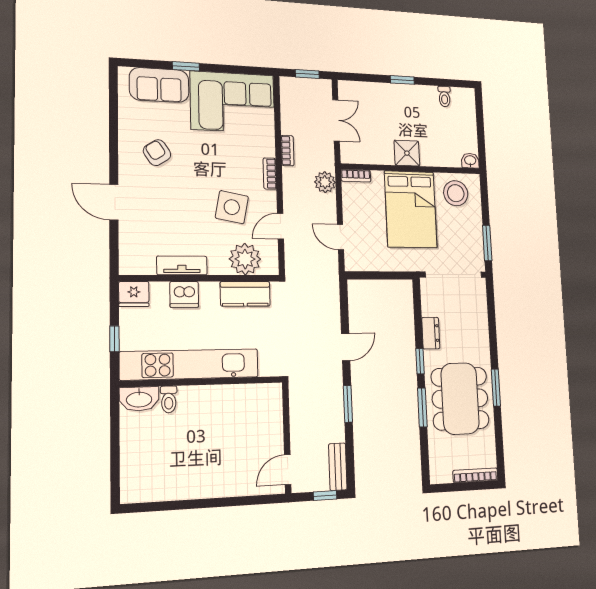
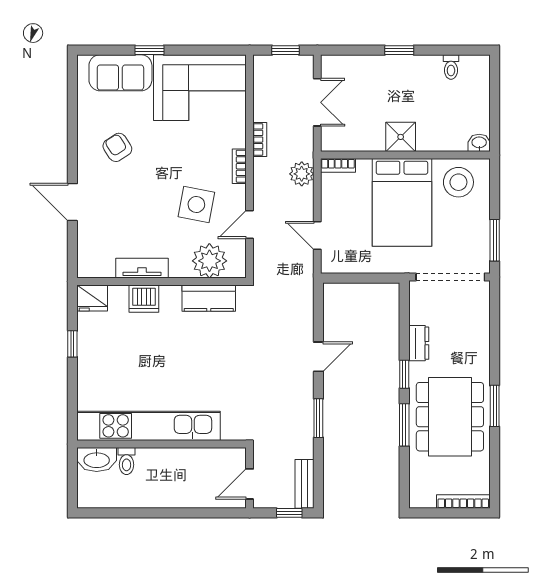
kitchen unit: (190, 364) -> (149, 426), moved
wall: (203, 382) -> (162, 444), moved
washbasin: (139, 399) -> (97, 459), moved
toilet: (169, 399) -> (127, 461), moved

